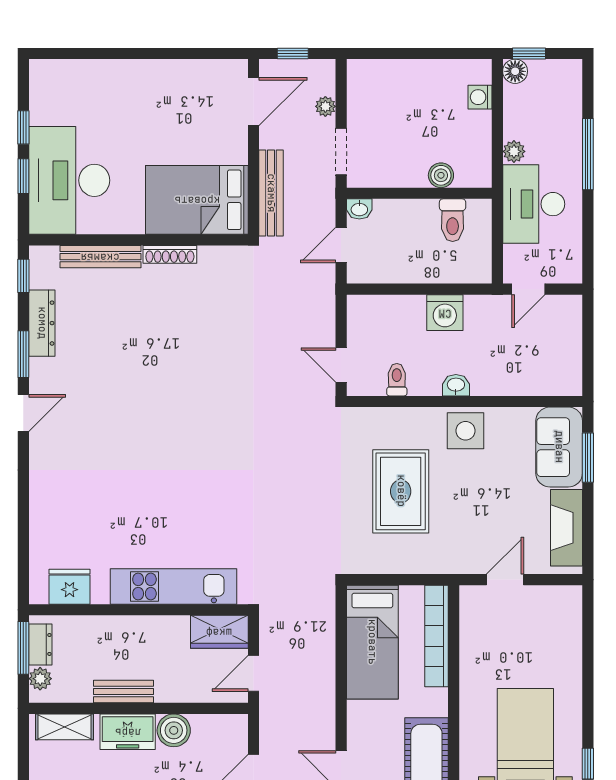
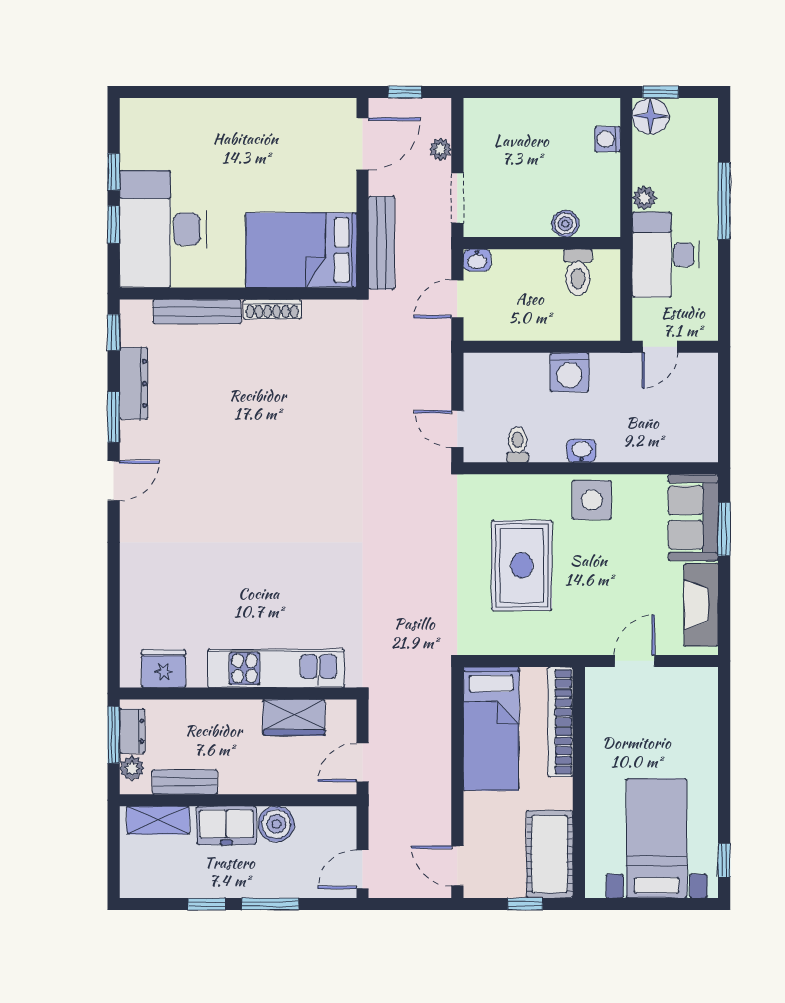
floor lamp: (515, 71) -> (650, 116), width x1.38, depth x1.38
wardrobe: (219, 632) -> (294, 717), moved
bench: (123, 691) -> (185, 782), moved

